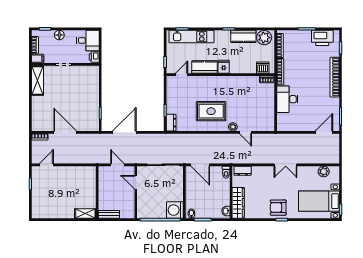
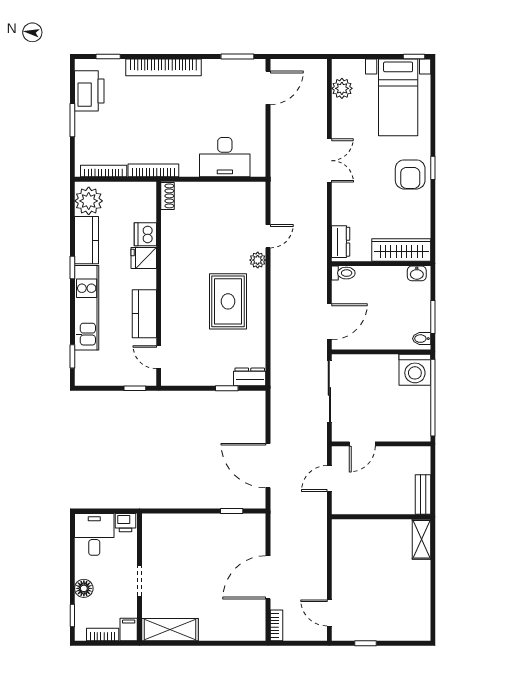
kitchen unit: (191, 36) -> (87, 308), moved
fridge: (224, 67) -> (144, 258), moved
dishwasher: (263, 68) -> (145, 234), moved
desk: (287, 99) -> (225, 157), moved
door: (324, 132) -> (268, 88), swing flipped

